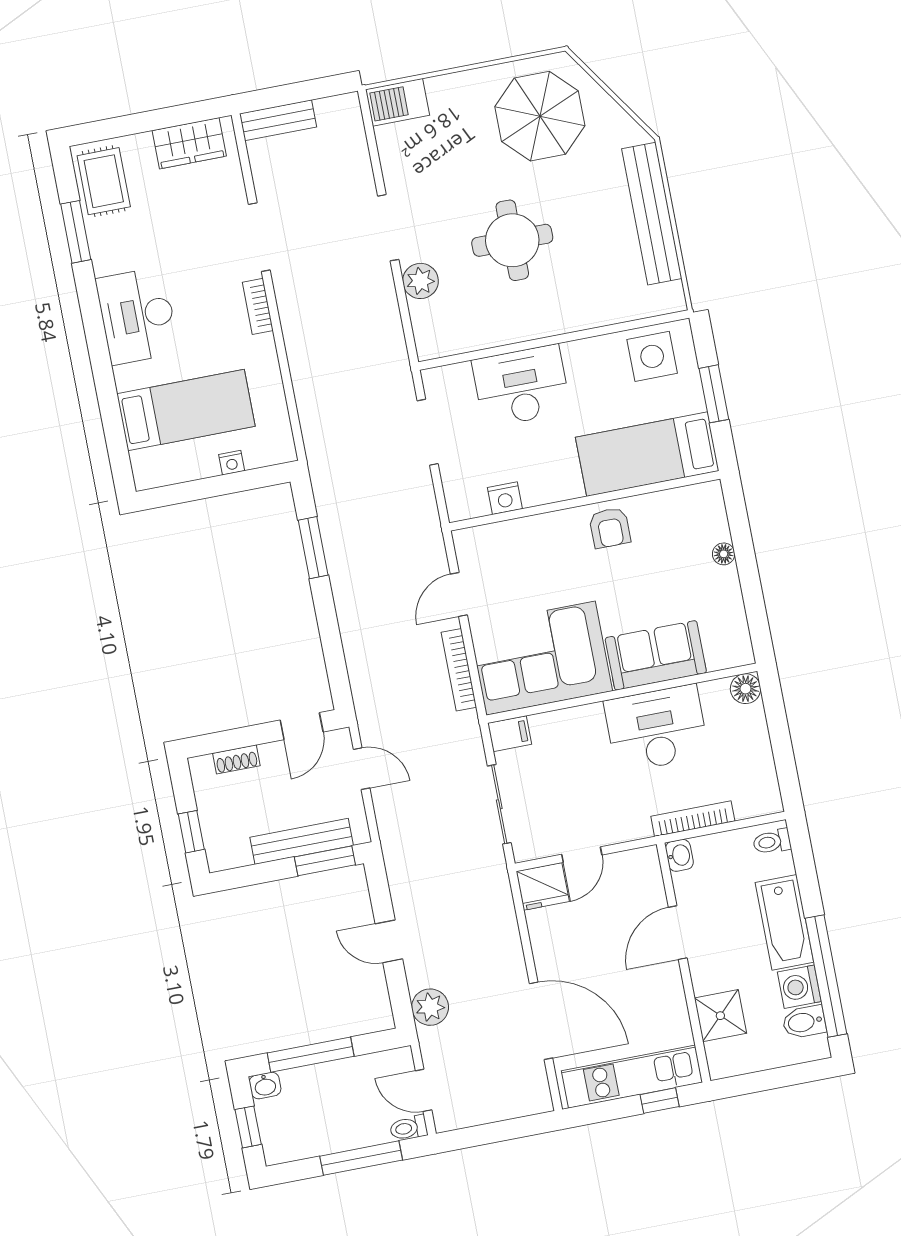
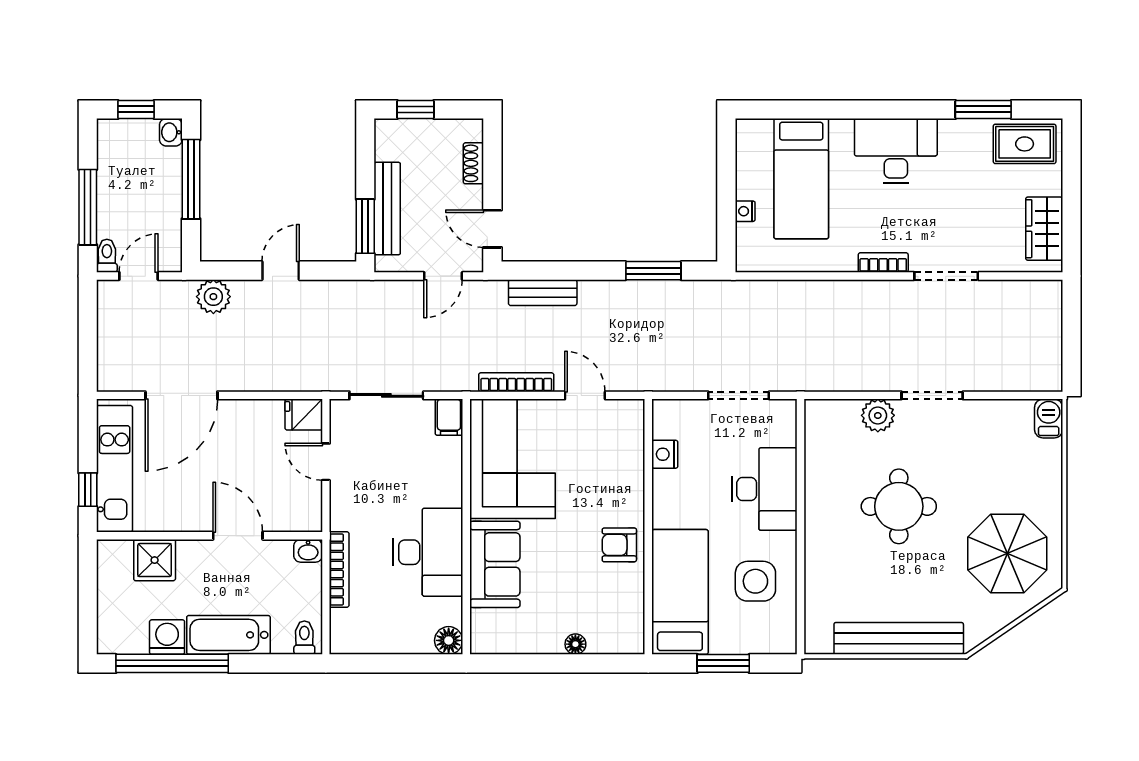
barbecue: (398, 102) -> (1049, 419), width x0.73, depth x0.79
bench: (278, 120) -> (543, 293), moved, turned 90
side table: (652, 356) -> (755, 581), moved
fridge: (543, 886) -> (304, 415), width x0.72
bidet: (804, 1022) -> (134, 635), removed

